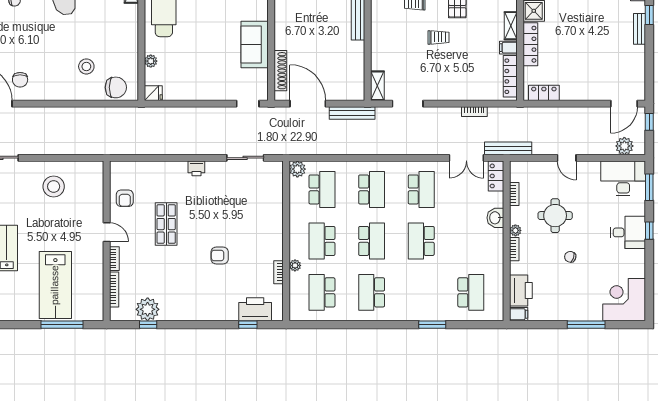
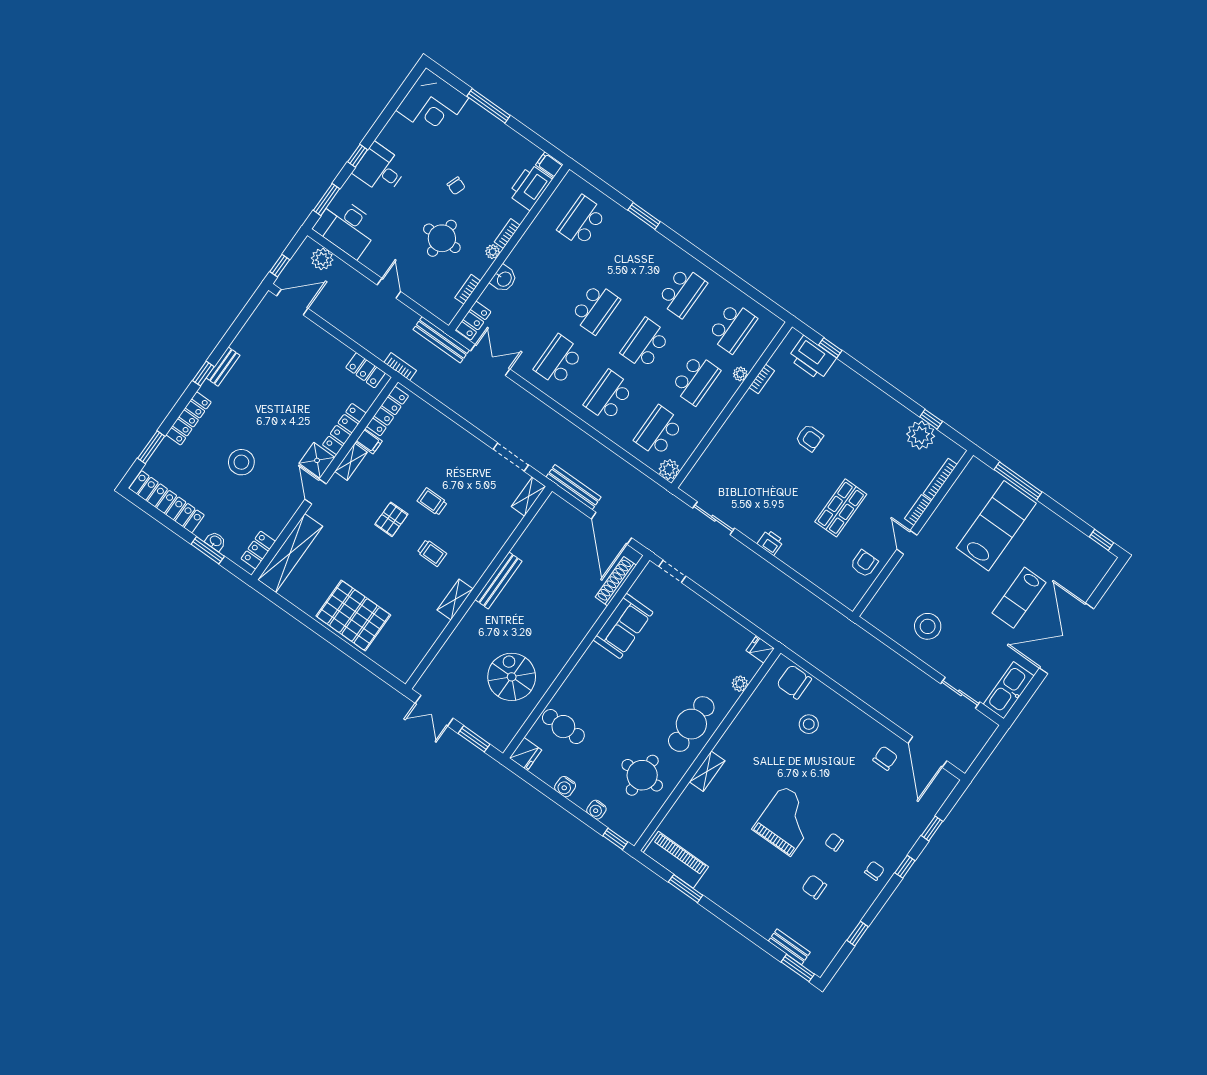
bookcase: (474, 112) -> (400, 366), moved

